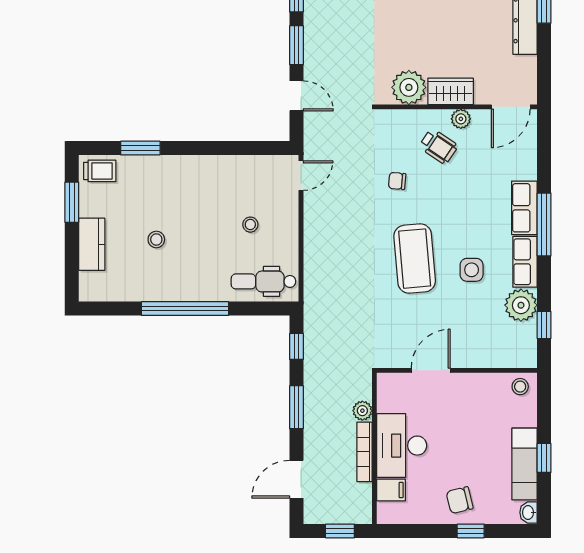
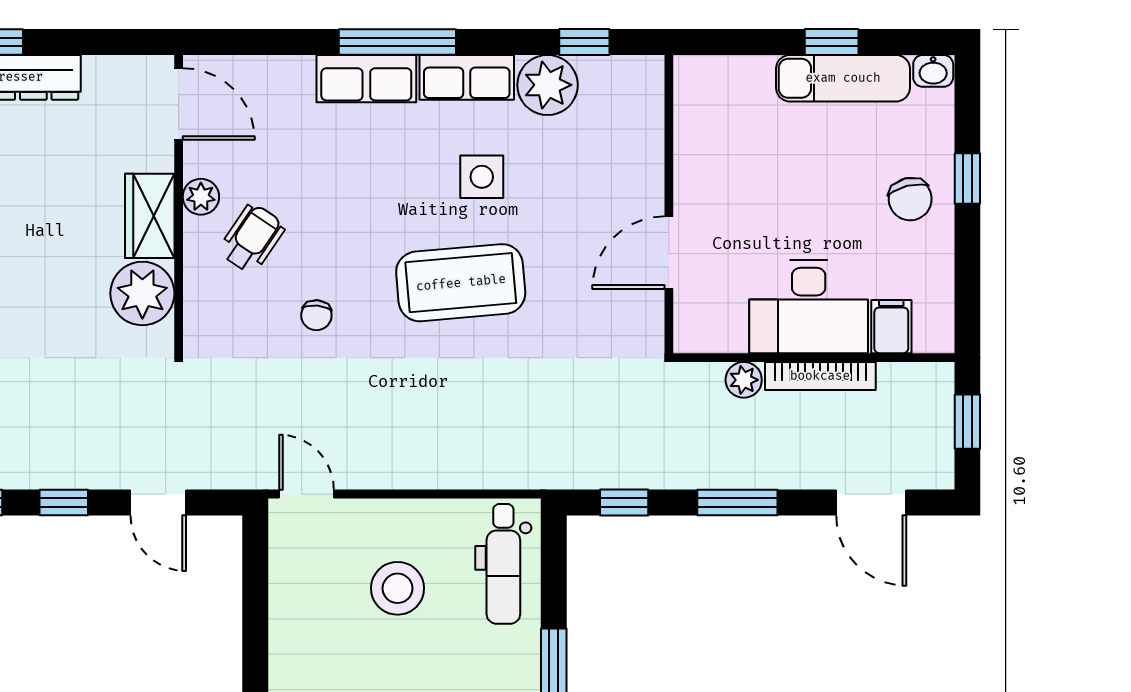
window: (296, 45) -> (64, 503), width x0.67
door: (296, 96) -> (158, 503), swing flipped
stool: (250, 225) -> (398, 588), width x1.89, depth x1.89
door: (431, 370) -> (669, 253), hinge flipped
stool: (520, 387) -> (699, 86), removed

